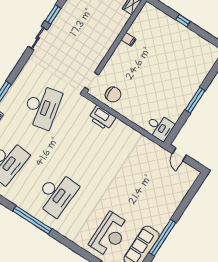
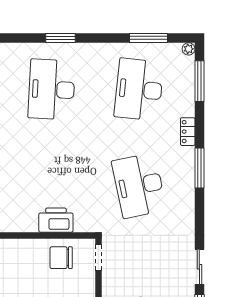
window: (32, 220) -> (61, 38), width x0.47

